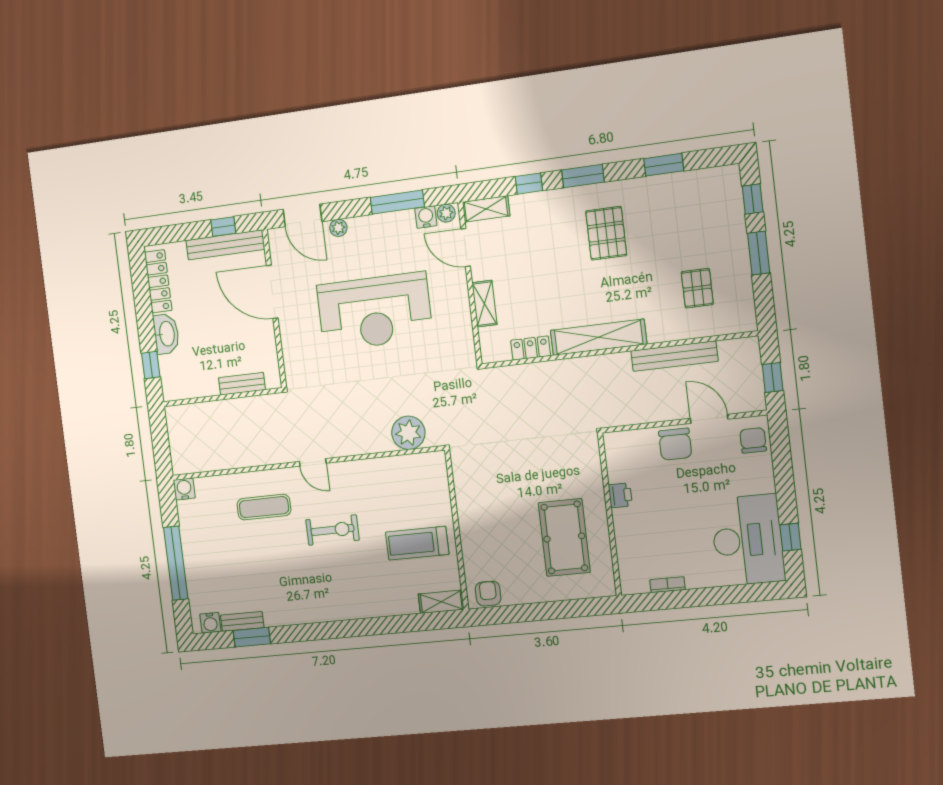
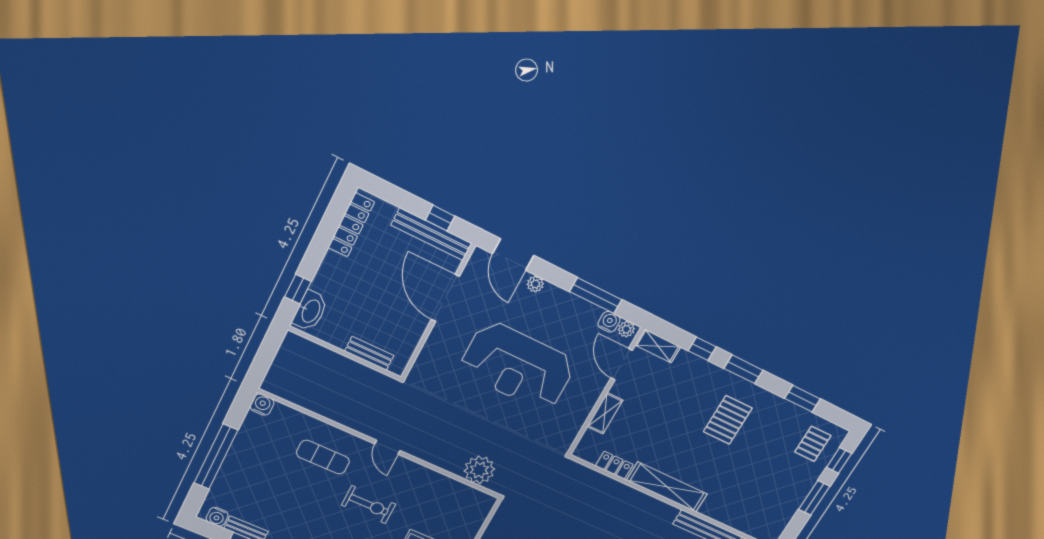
pallet: (697, 288) -> (813, 444), moved
washbasin: (166, 334) -> (310, 311), moved

